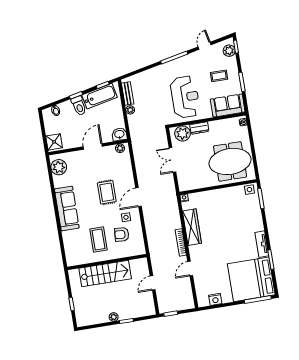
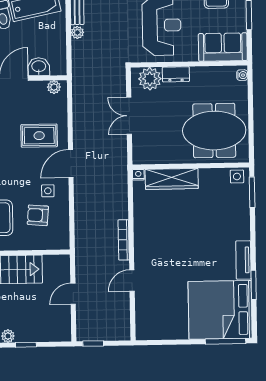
washbasin: (119, 134) -> (39, 67), moved
rug: (107, 192) -> (39, 136), moved, turned 90
wardrobe: (192, 227) -> (172, 179), moved, turned 90
nightstand: (215, 299) -> (163, 332), removed

